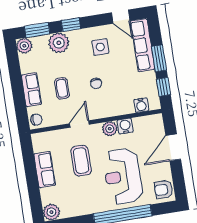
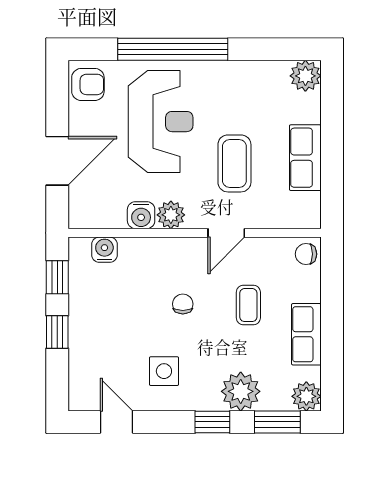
row of seats: (143, 45) -> (84, 362), removed
window: (159, 58) -> (57, 332), width x0.67
row of seats: (31, 90) -> (306, 334), moved

